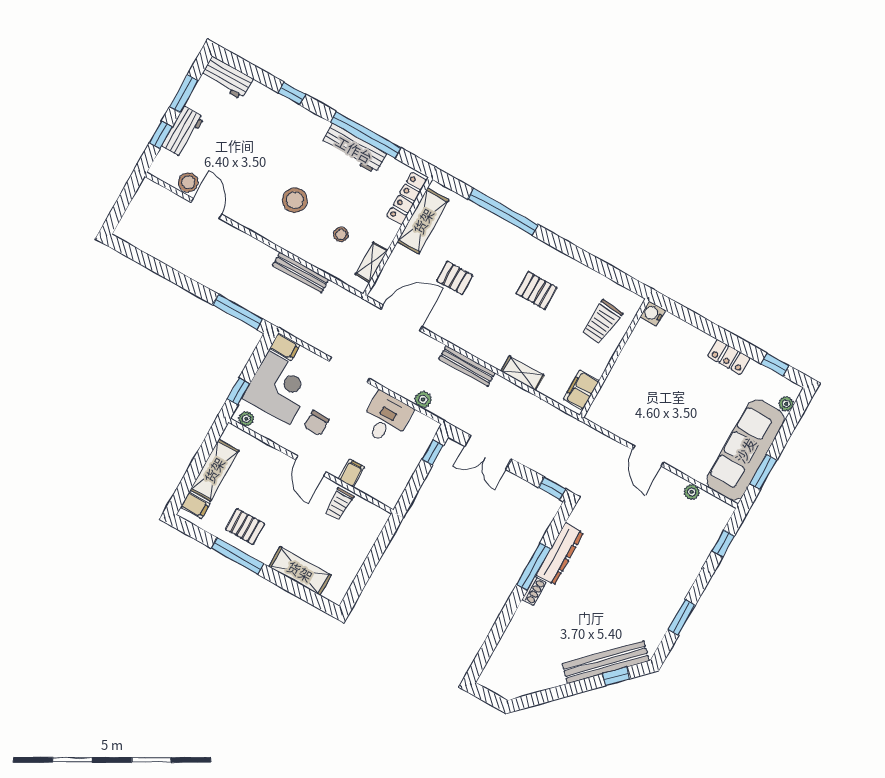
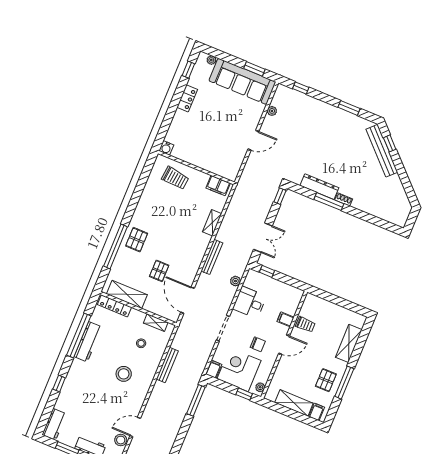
pallet: (536, 291) -> (137, 240), moved

